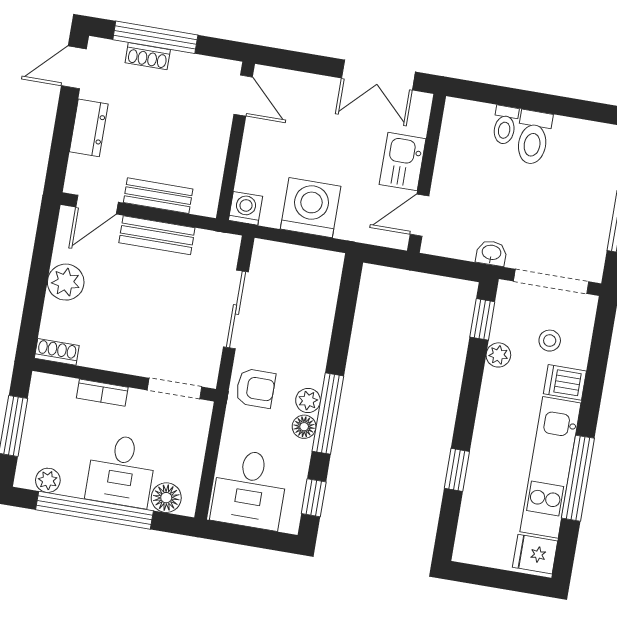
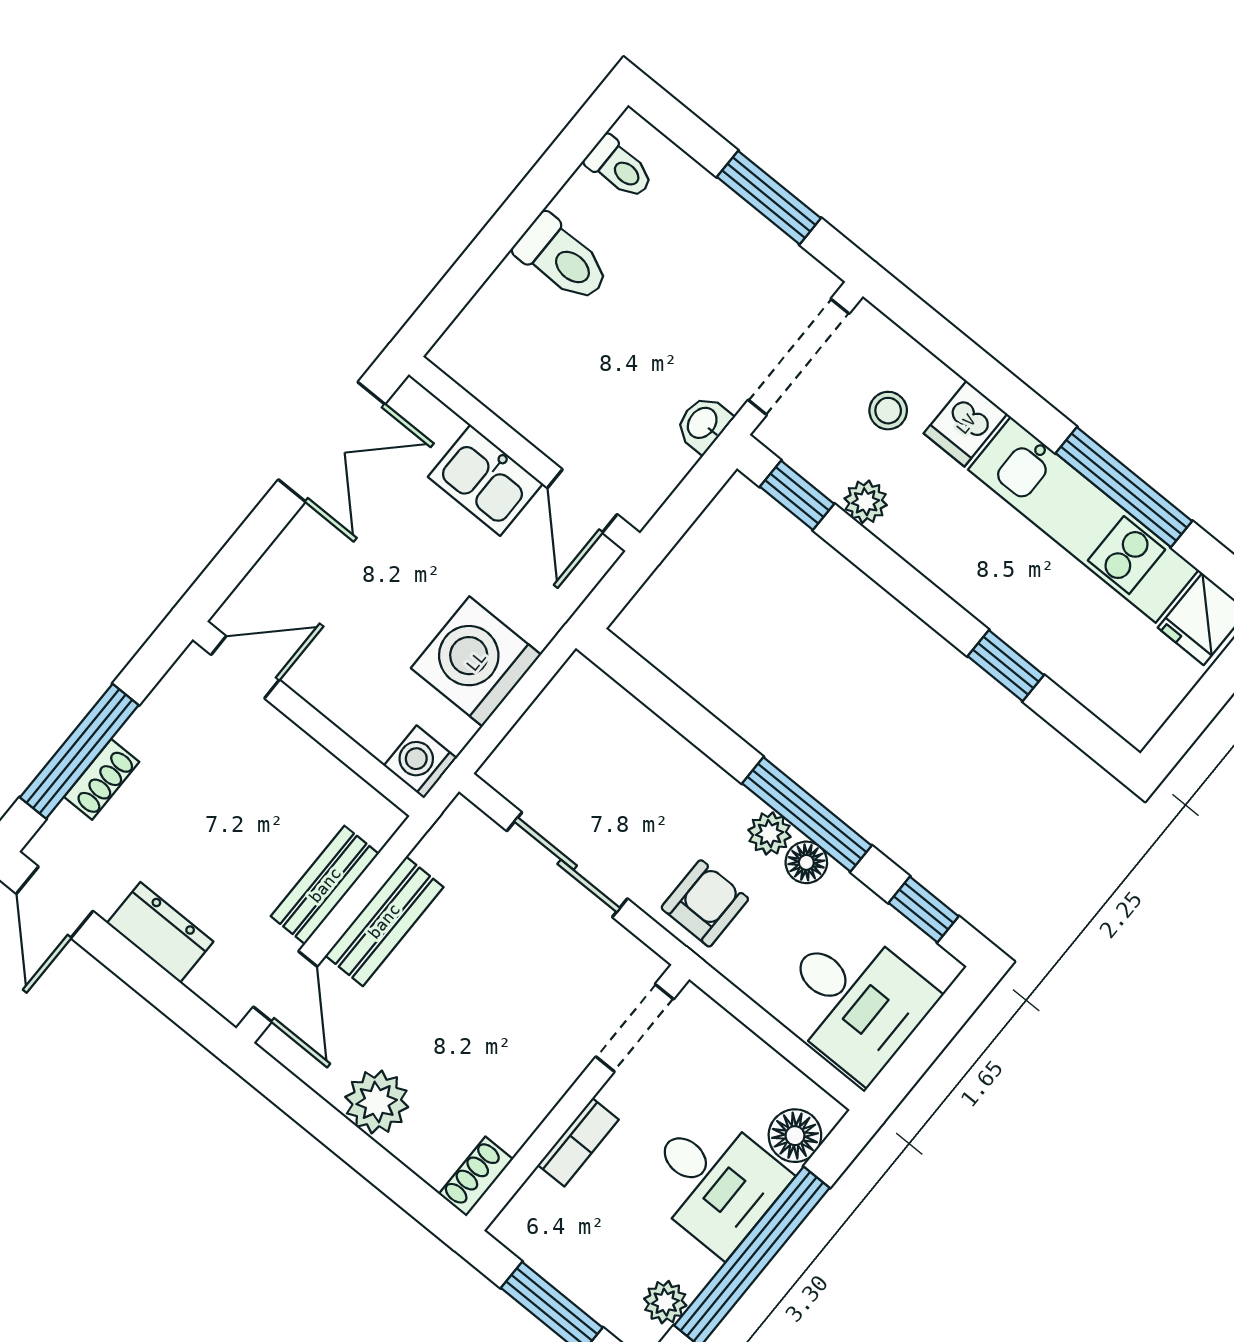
toilet: (505, 125) -> (620, 168), moved

